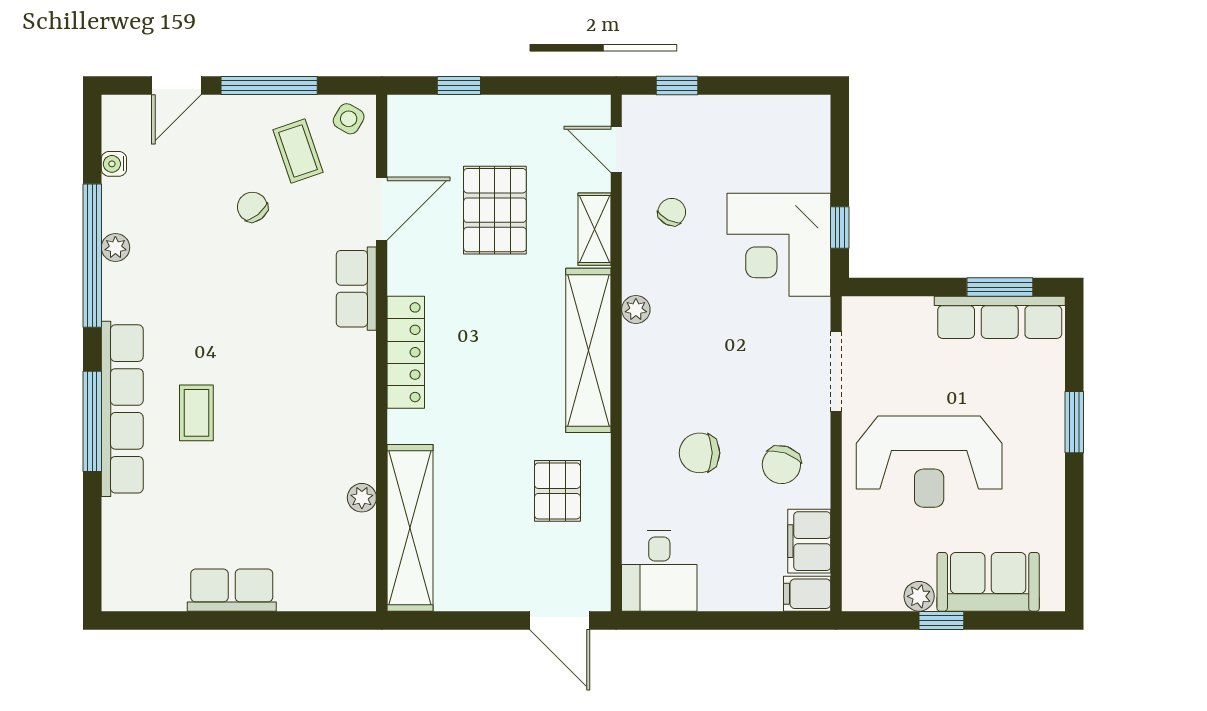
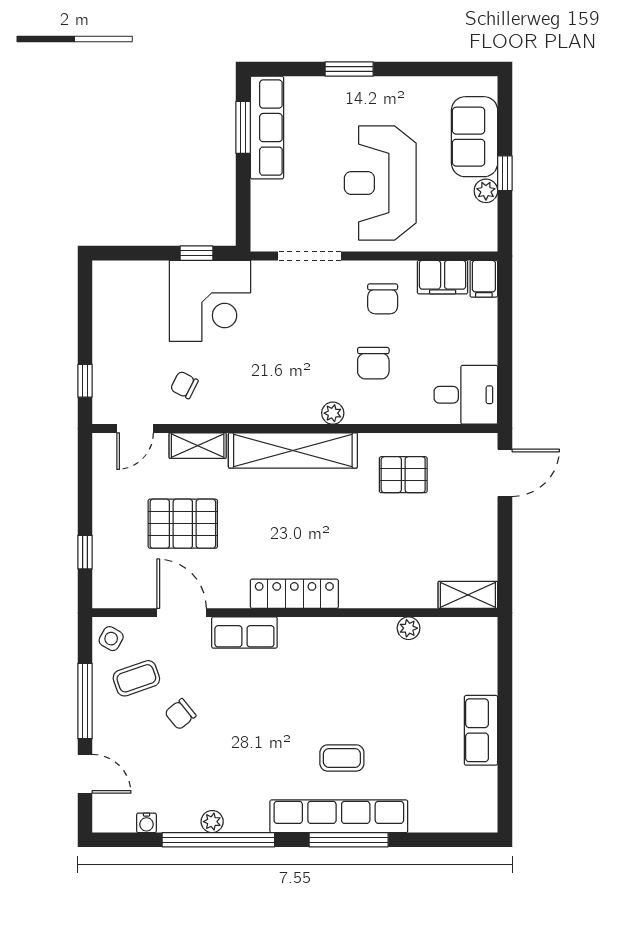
plant: (636, 309) -> (333, 413), moved
reception desk: (929, 462) -> (380, 183), turned 180
chair: (781, 465) -> (383, 299), turned 71
shelving: (410, 528) -> (468, 595), width x0.45, depth x0.75

